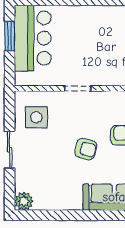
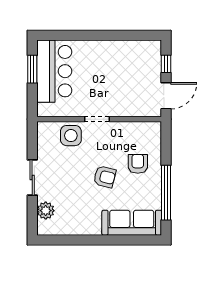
side table: (36, 117) -> (71, 136), moved
plant: (24, 201) -> (46, 211), moved

